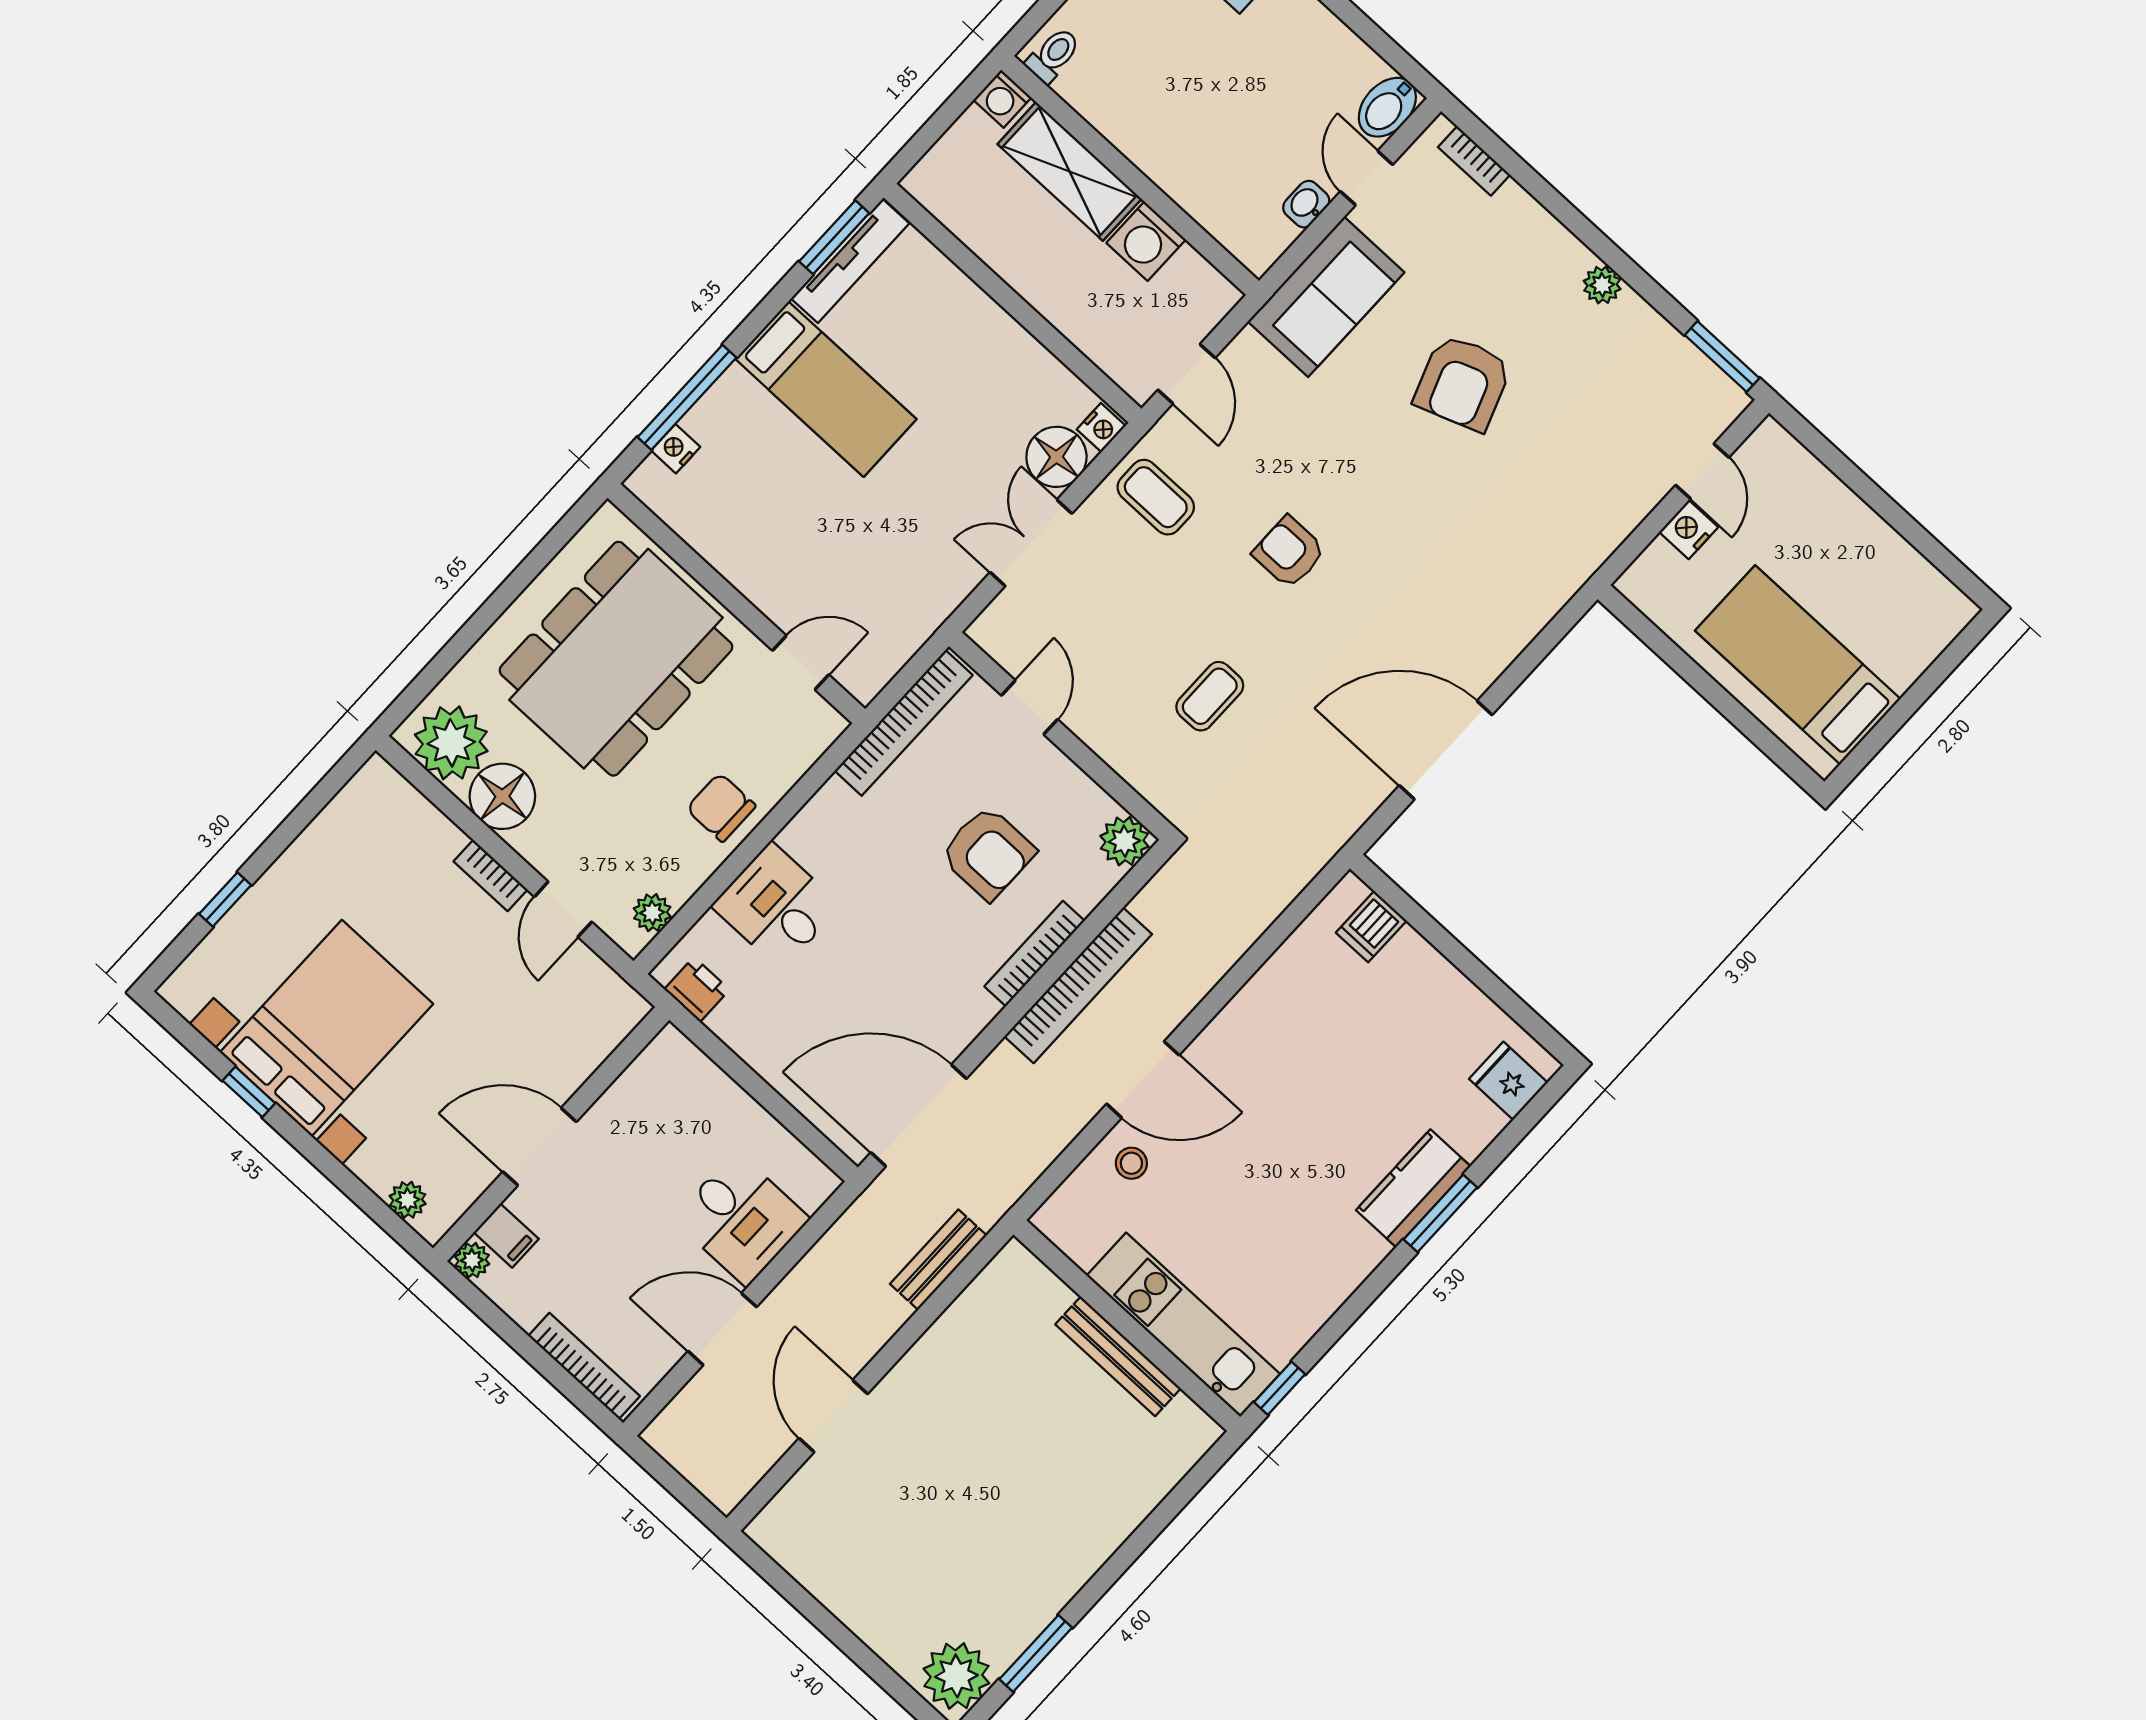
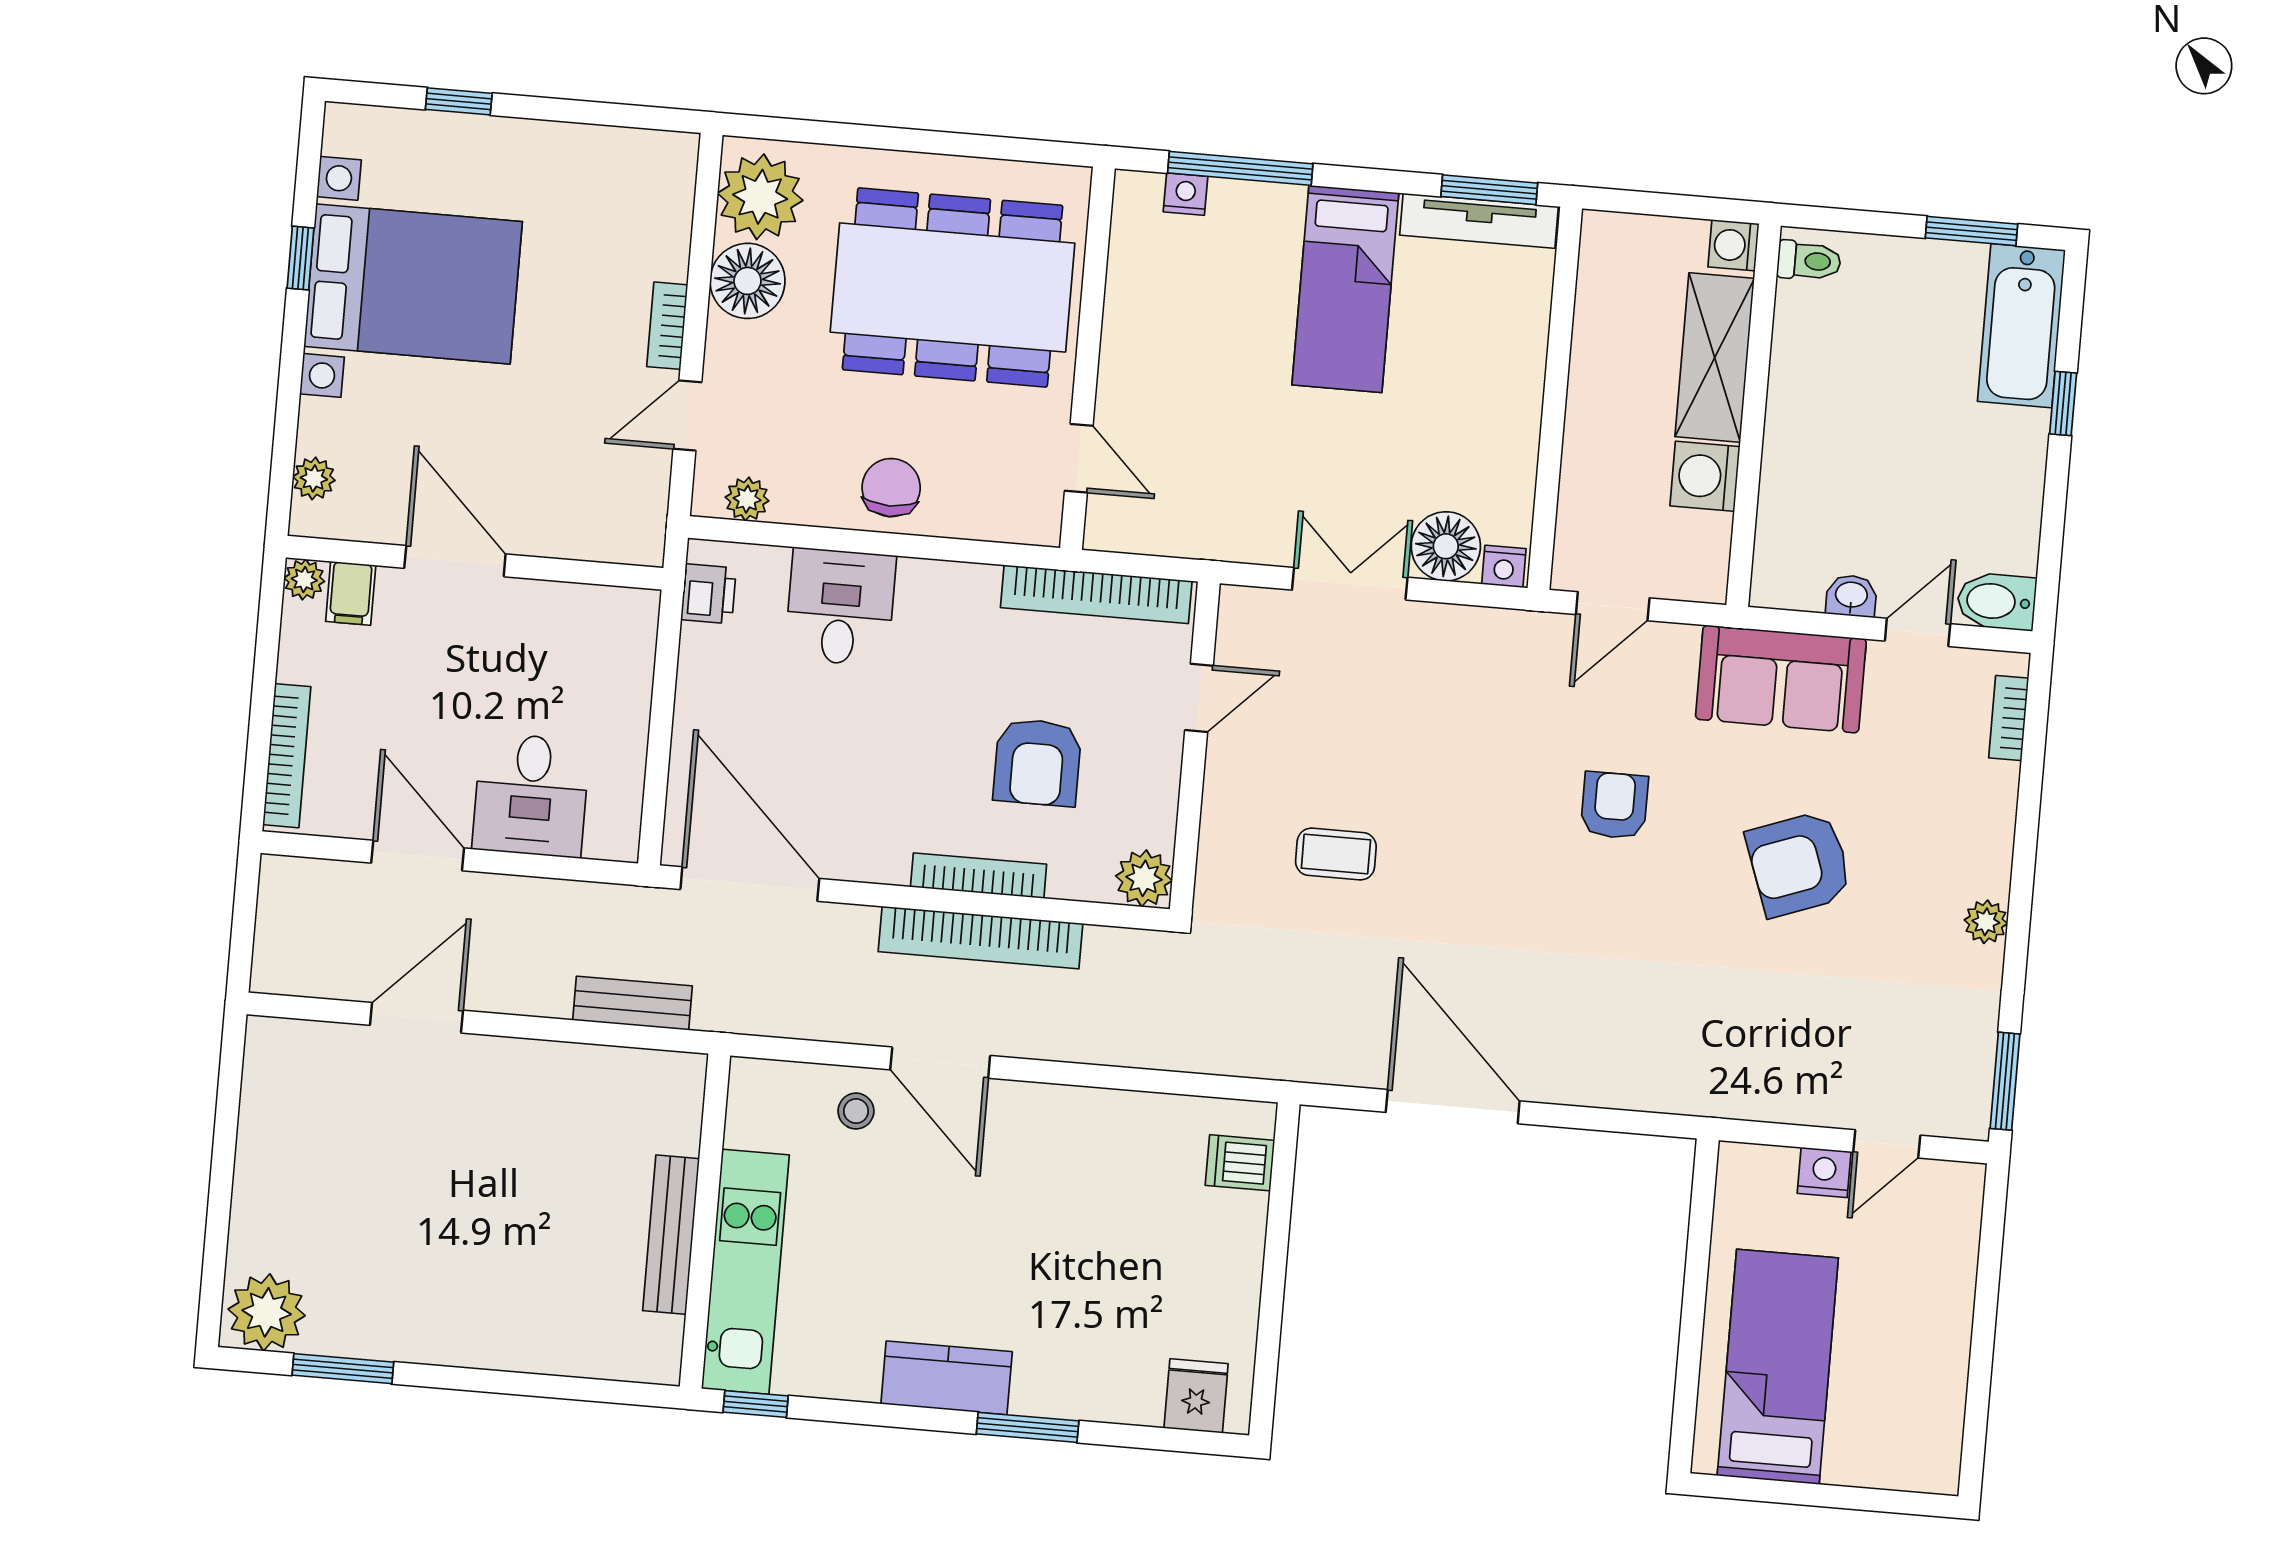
coffee table: (1156, 497) -> (1479, 665), removed
armchair: (1289, 552) -> (1614, 805), moved
kitchen counter: (1413, 1188) -> (947, 1378), moved

